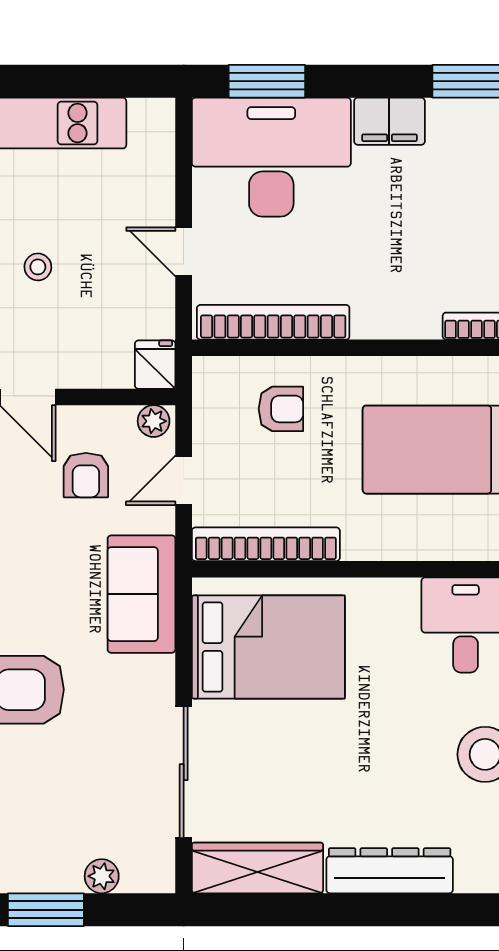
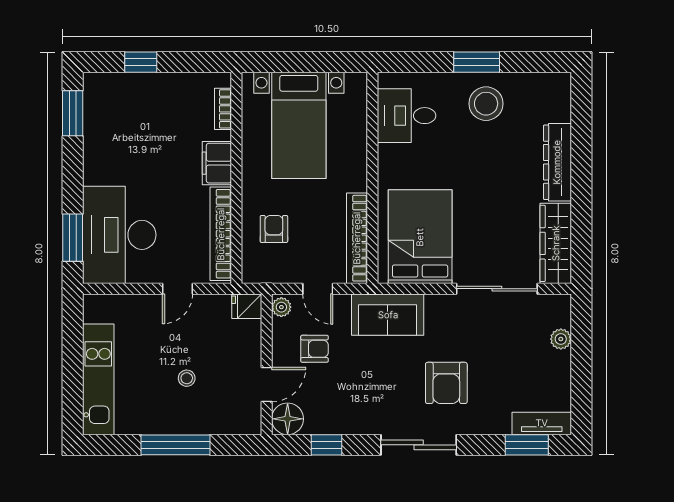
filing cabinet: (389, 121) -> (217, 163), moved, turned 180
window: (46, 910) -> (581, 373), removed

